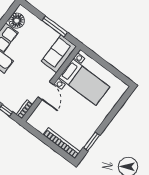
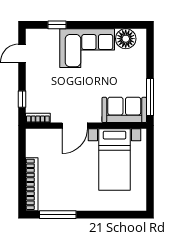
window: (55, 26) -> (150, 97), moved
window: (92, 141) -> (58, 215), width x1.44

